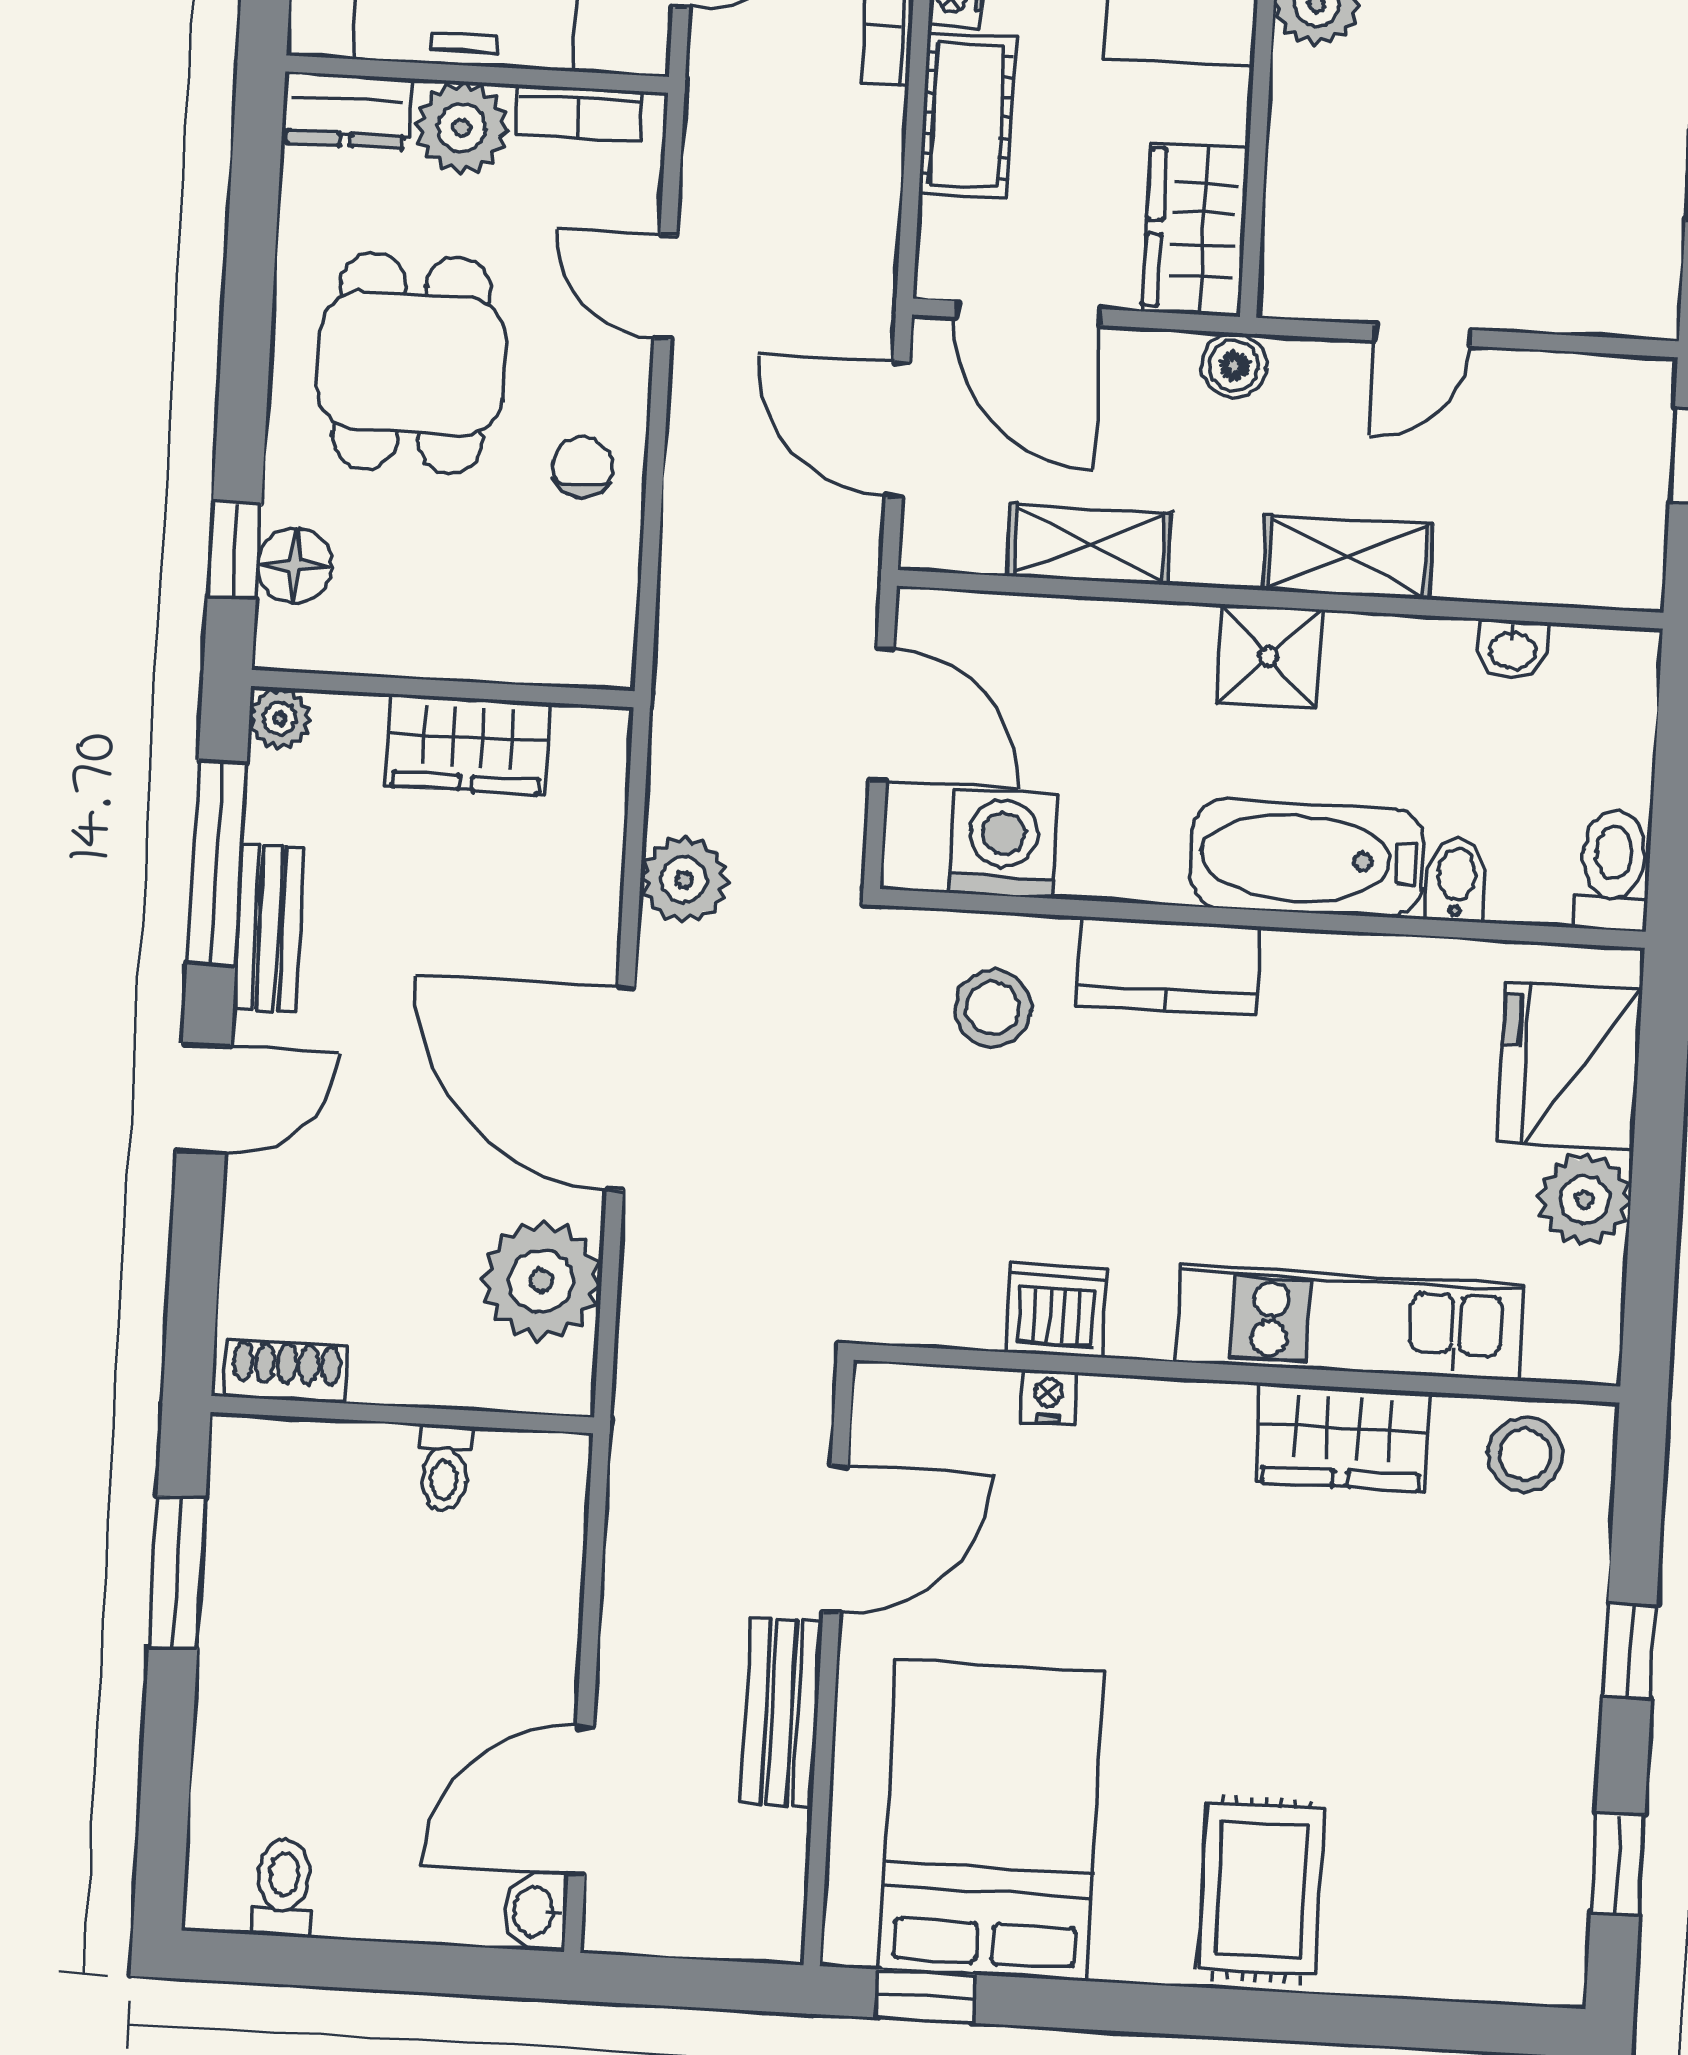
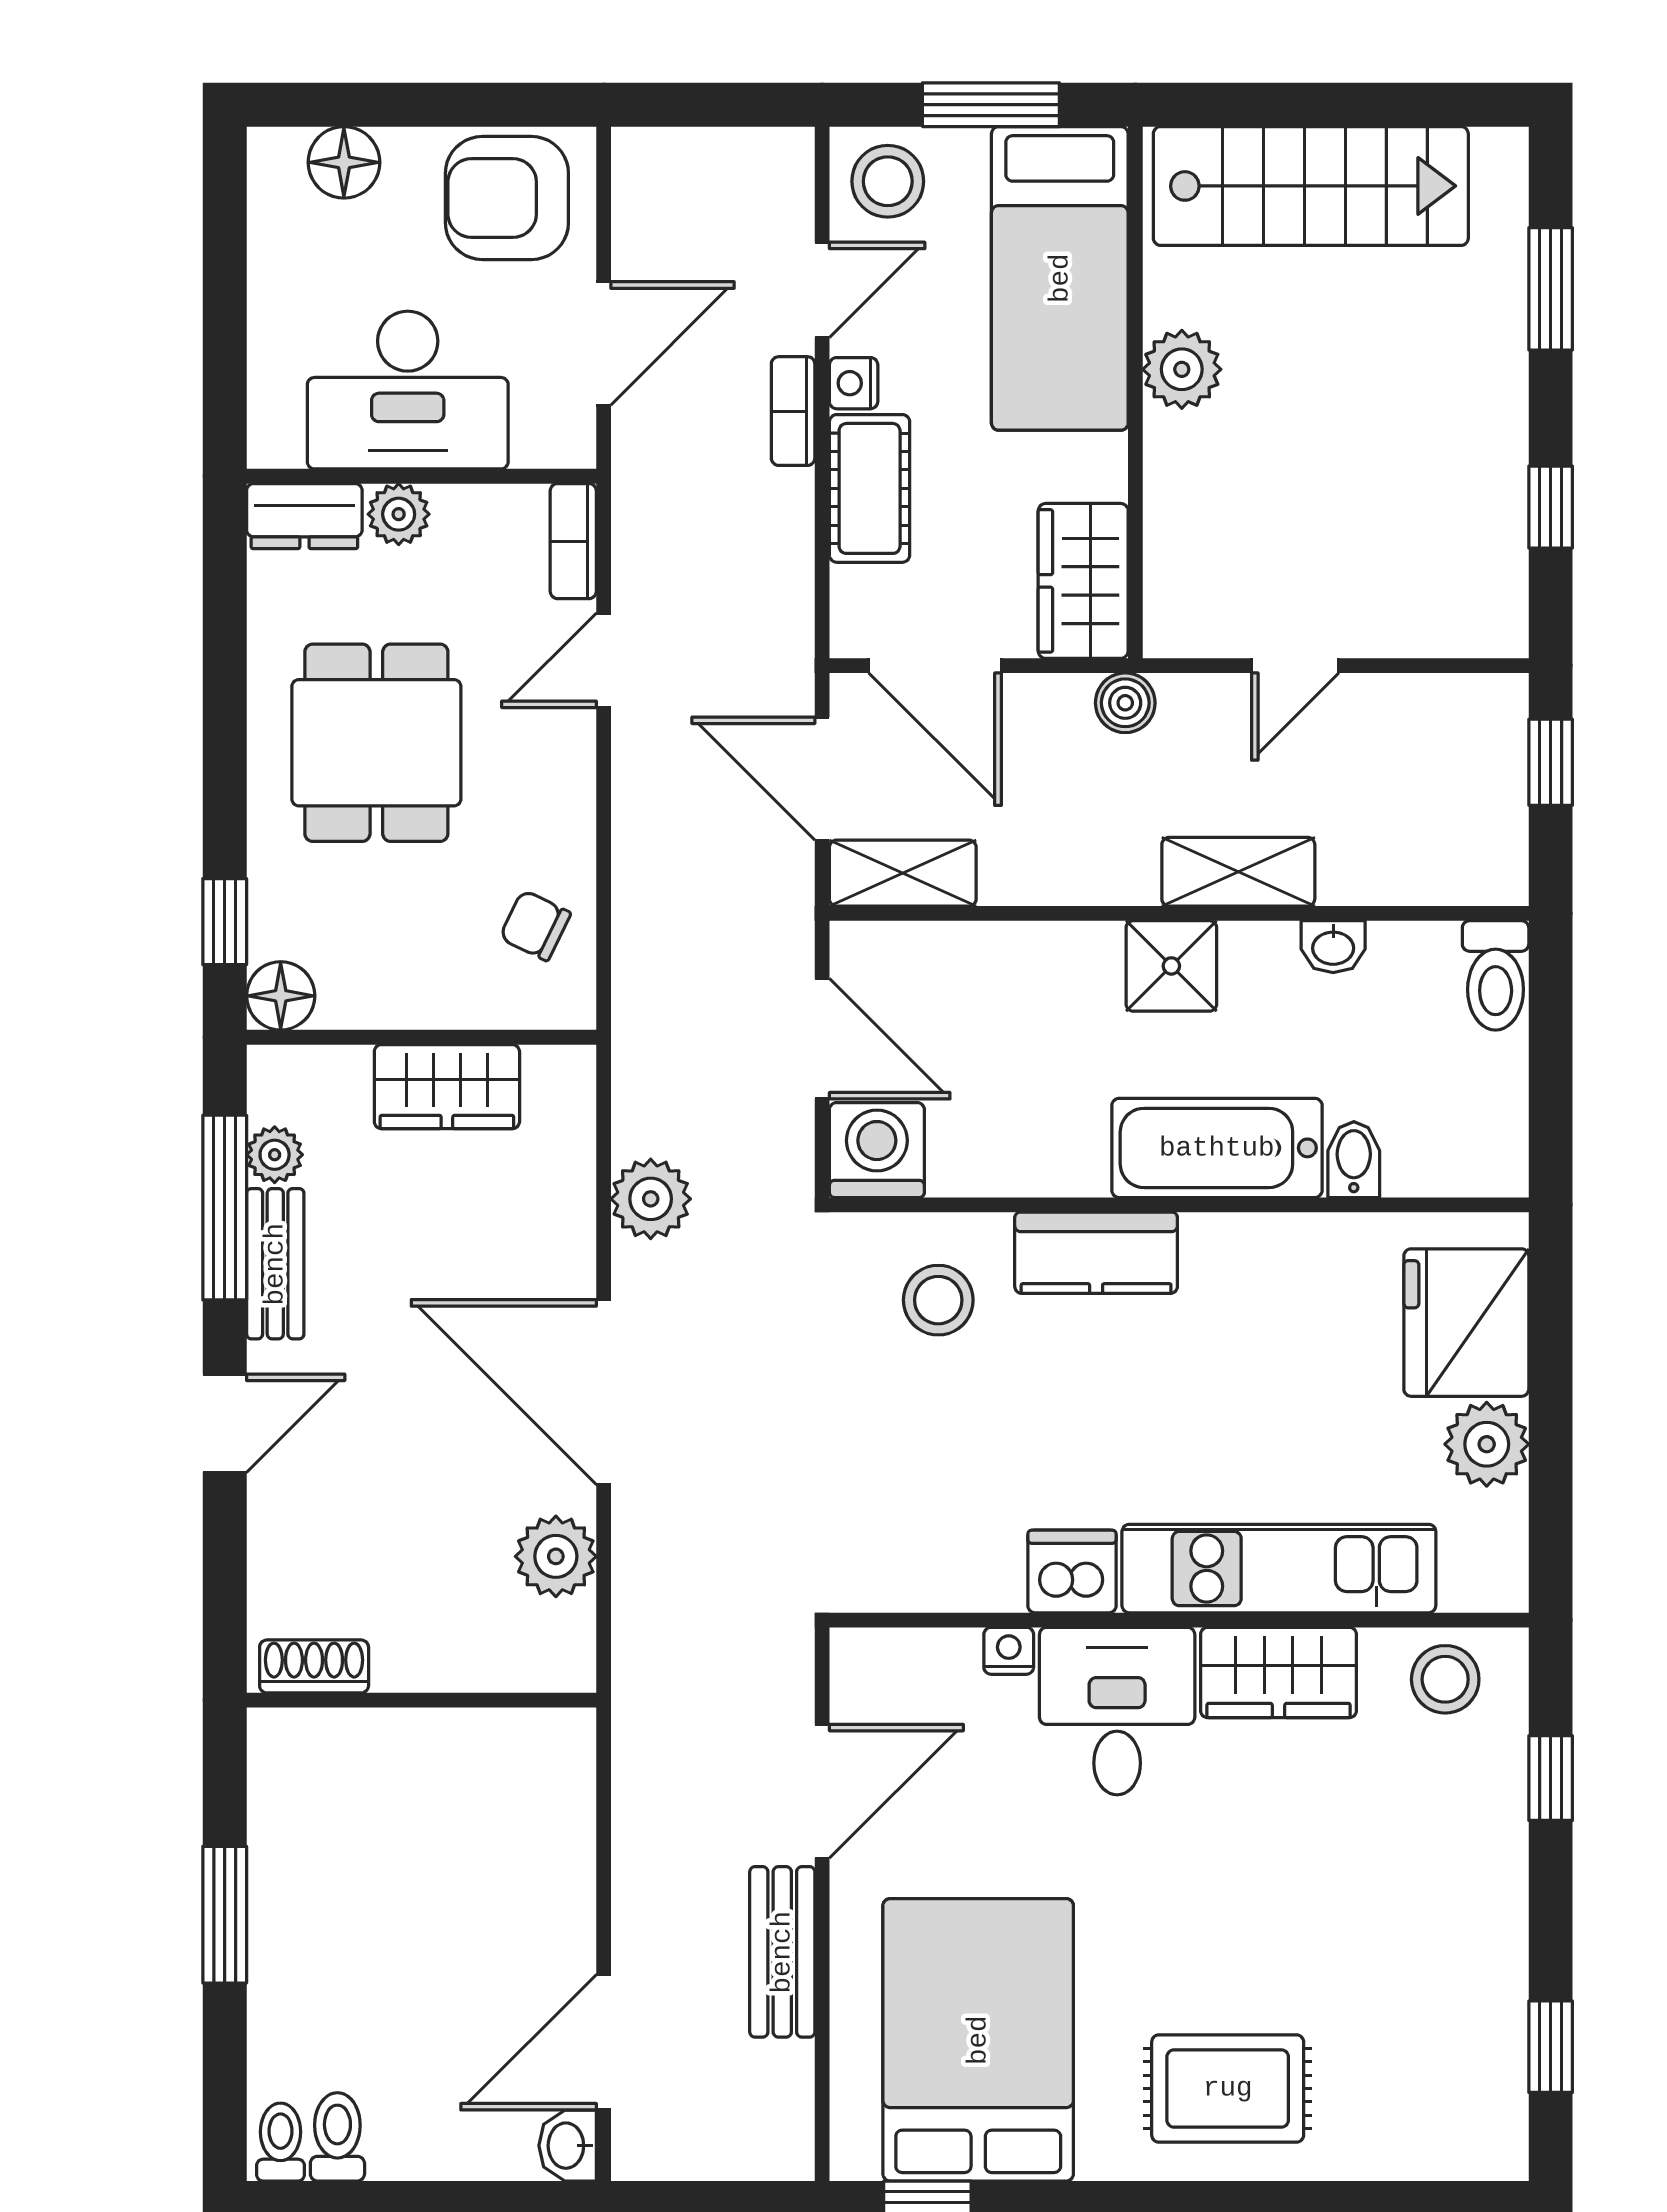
bookcase: (578, 113) -> (573, 541), moved, turned 90
plant: (462, 128) -> (399, 514), width x0.73, depth x0.73
door: (665, 287) -> (604, 660), hinge flipped
chair: (582, 467) -> (535, 925), moved, turned -64
shelving: (1089, 544) -> (903, 873), moved
floor lamp: (295, 565) -> (281, 996), moved
washbasin: (1512, 649) -> (1333, 947), moved
plant: (280, 718) -> (275, 1155), moved
washing machine: (1003, 844) -> (877, 1150), moved
toilet: (1613, 870) -> (1496, 975), moved, turned 180
plant: (541, 1281) -> (556, 1556), width x0.73, depth x0.73
dishwasher: (1057, 1310) -> (1072, 1571), moved
toilet: (445, 1468) -> (281, 2142), moved, turned 180
desk: (1163, 1469) -> (1117, 1711), added
window: (177, 1573) -> (225, 1915), moved
window: (1630, 1651) -> (1551, 1778), moved
rug: (1261, 1889) -> (1228, 2088), turned 90

